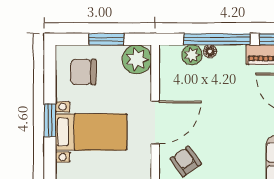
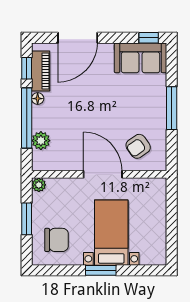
floor lamp: (210, 51) -> (38, 99), moved
plant: (137, 59) -> (39, 185), width x0.53, depth x0.53
chair: (83, 72) -> (56, 240), turned -90

